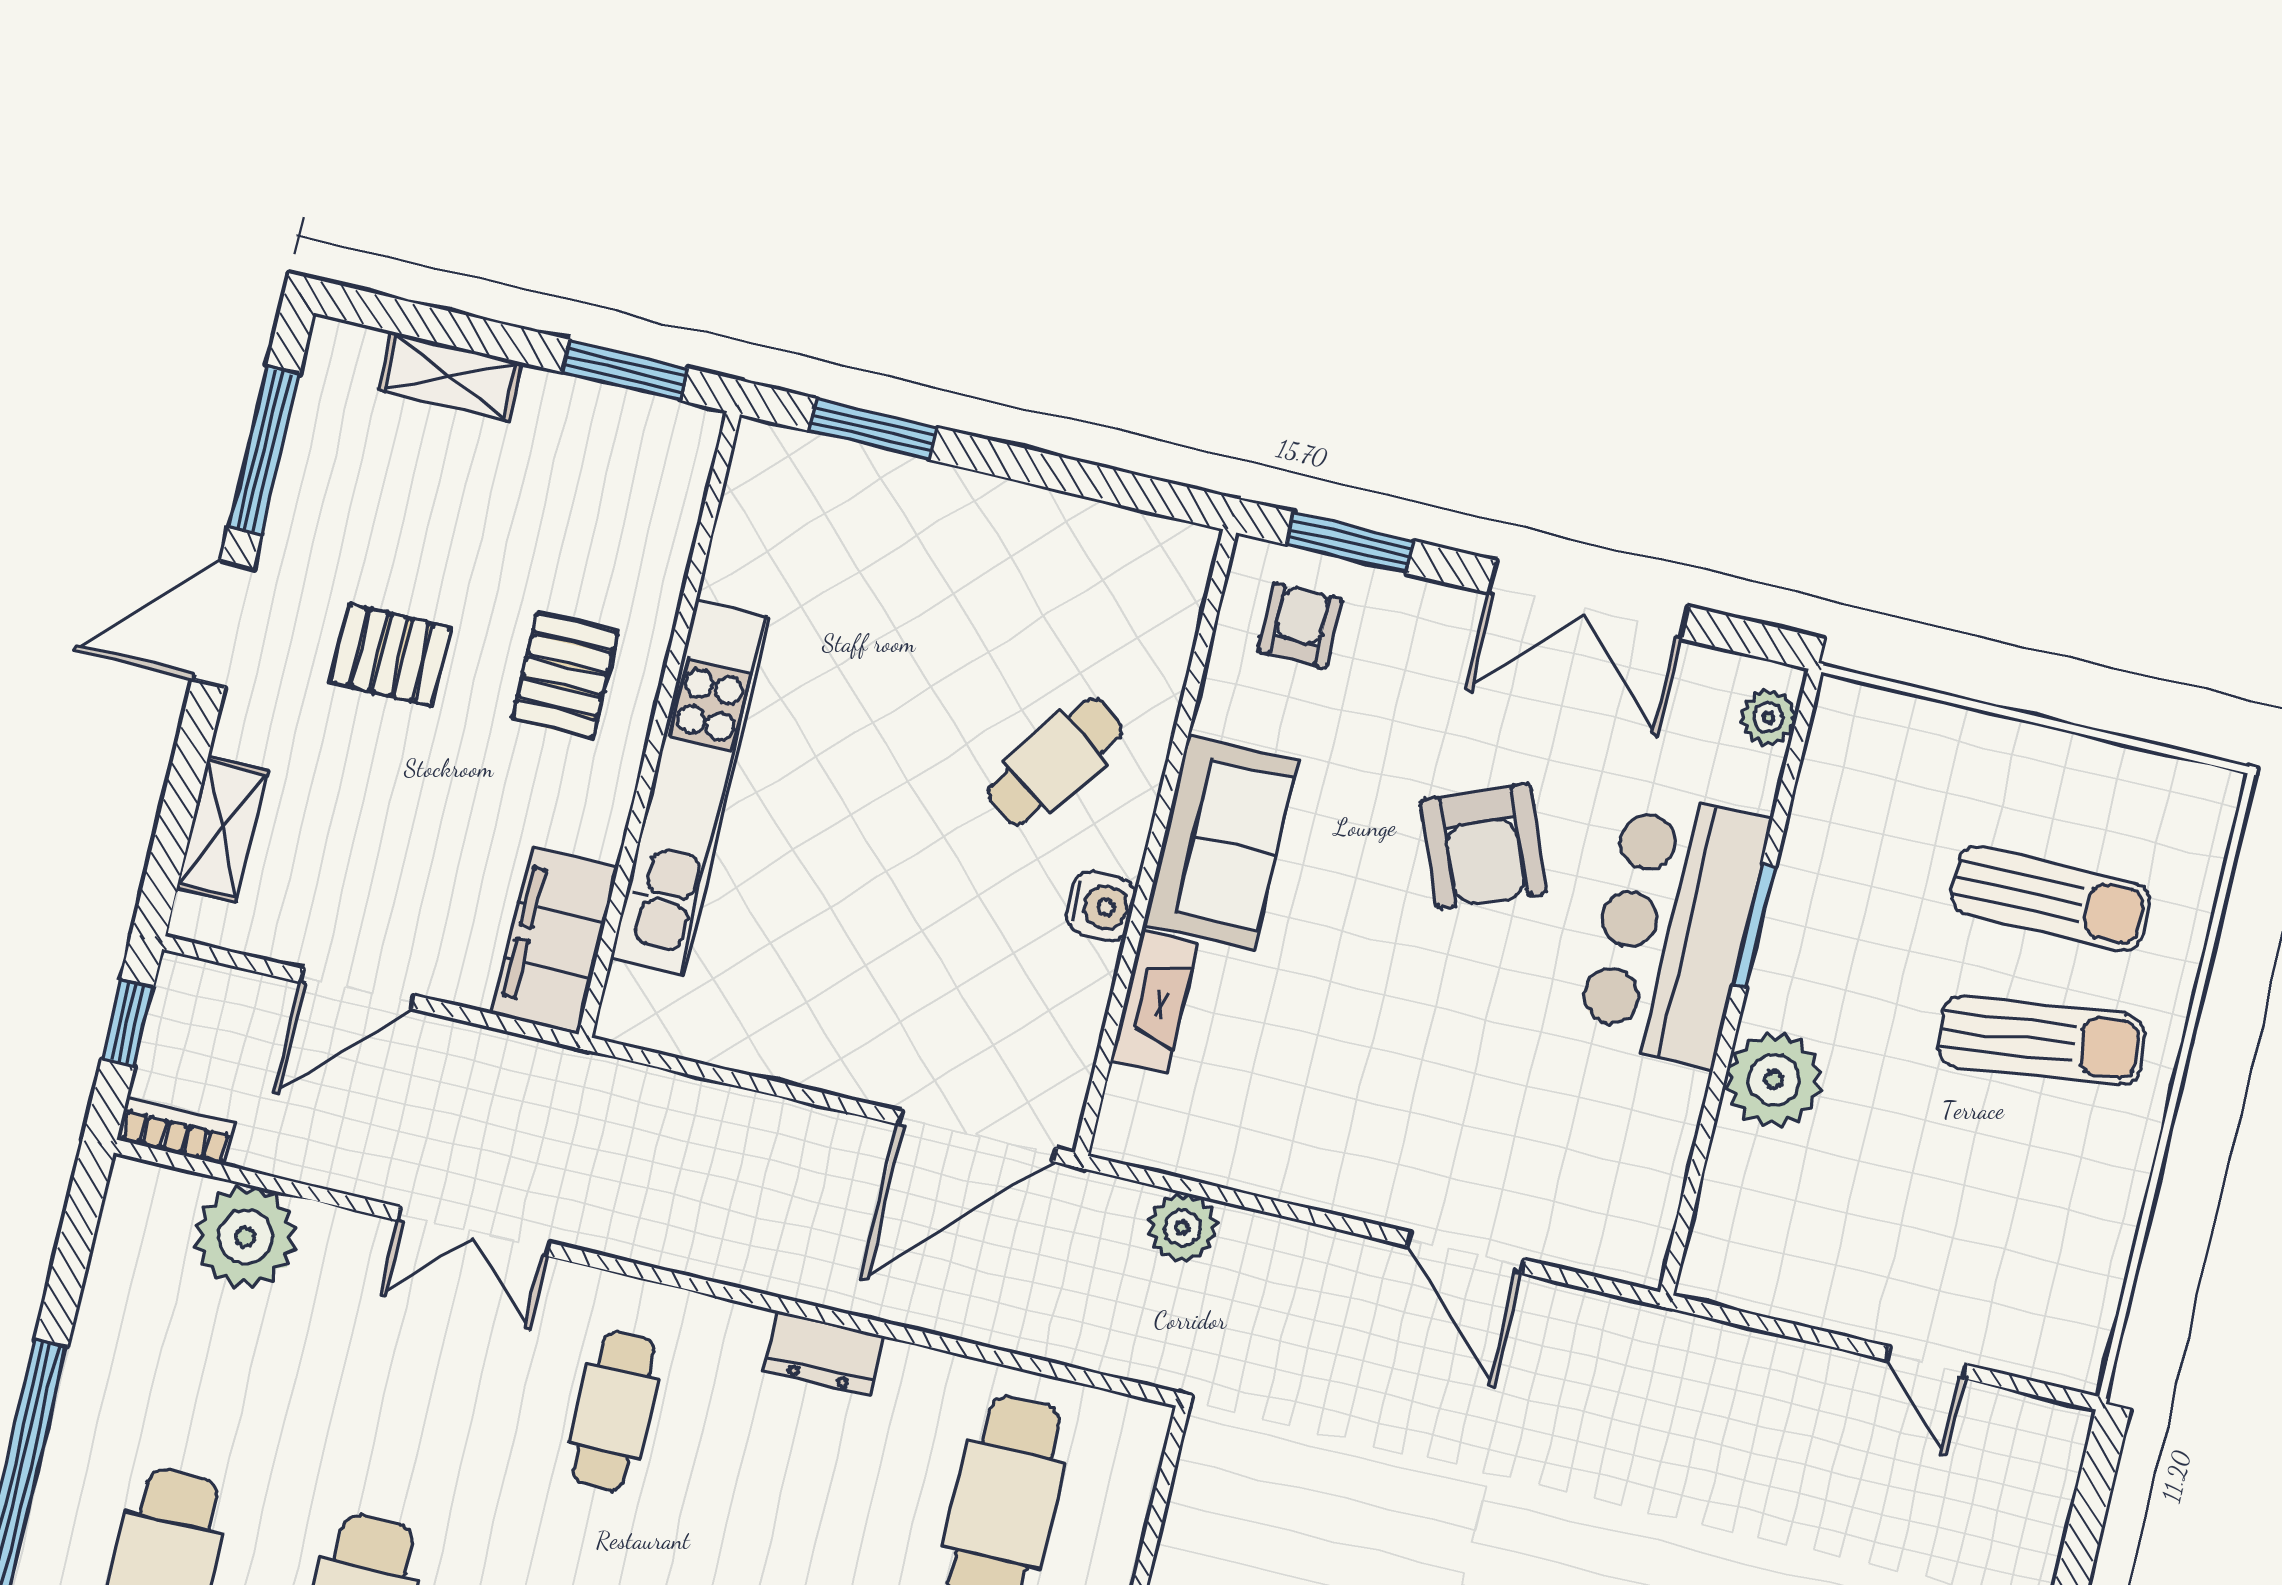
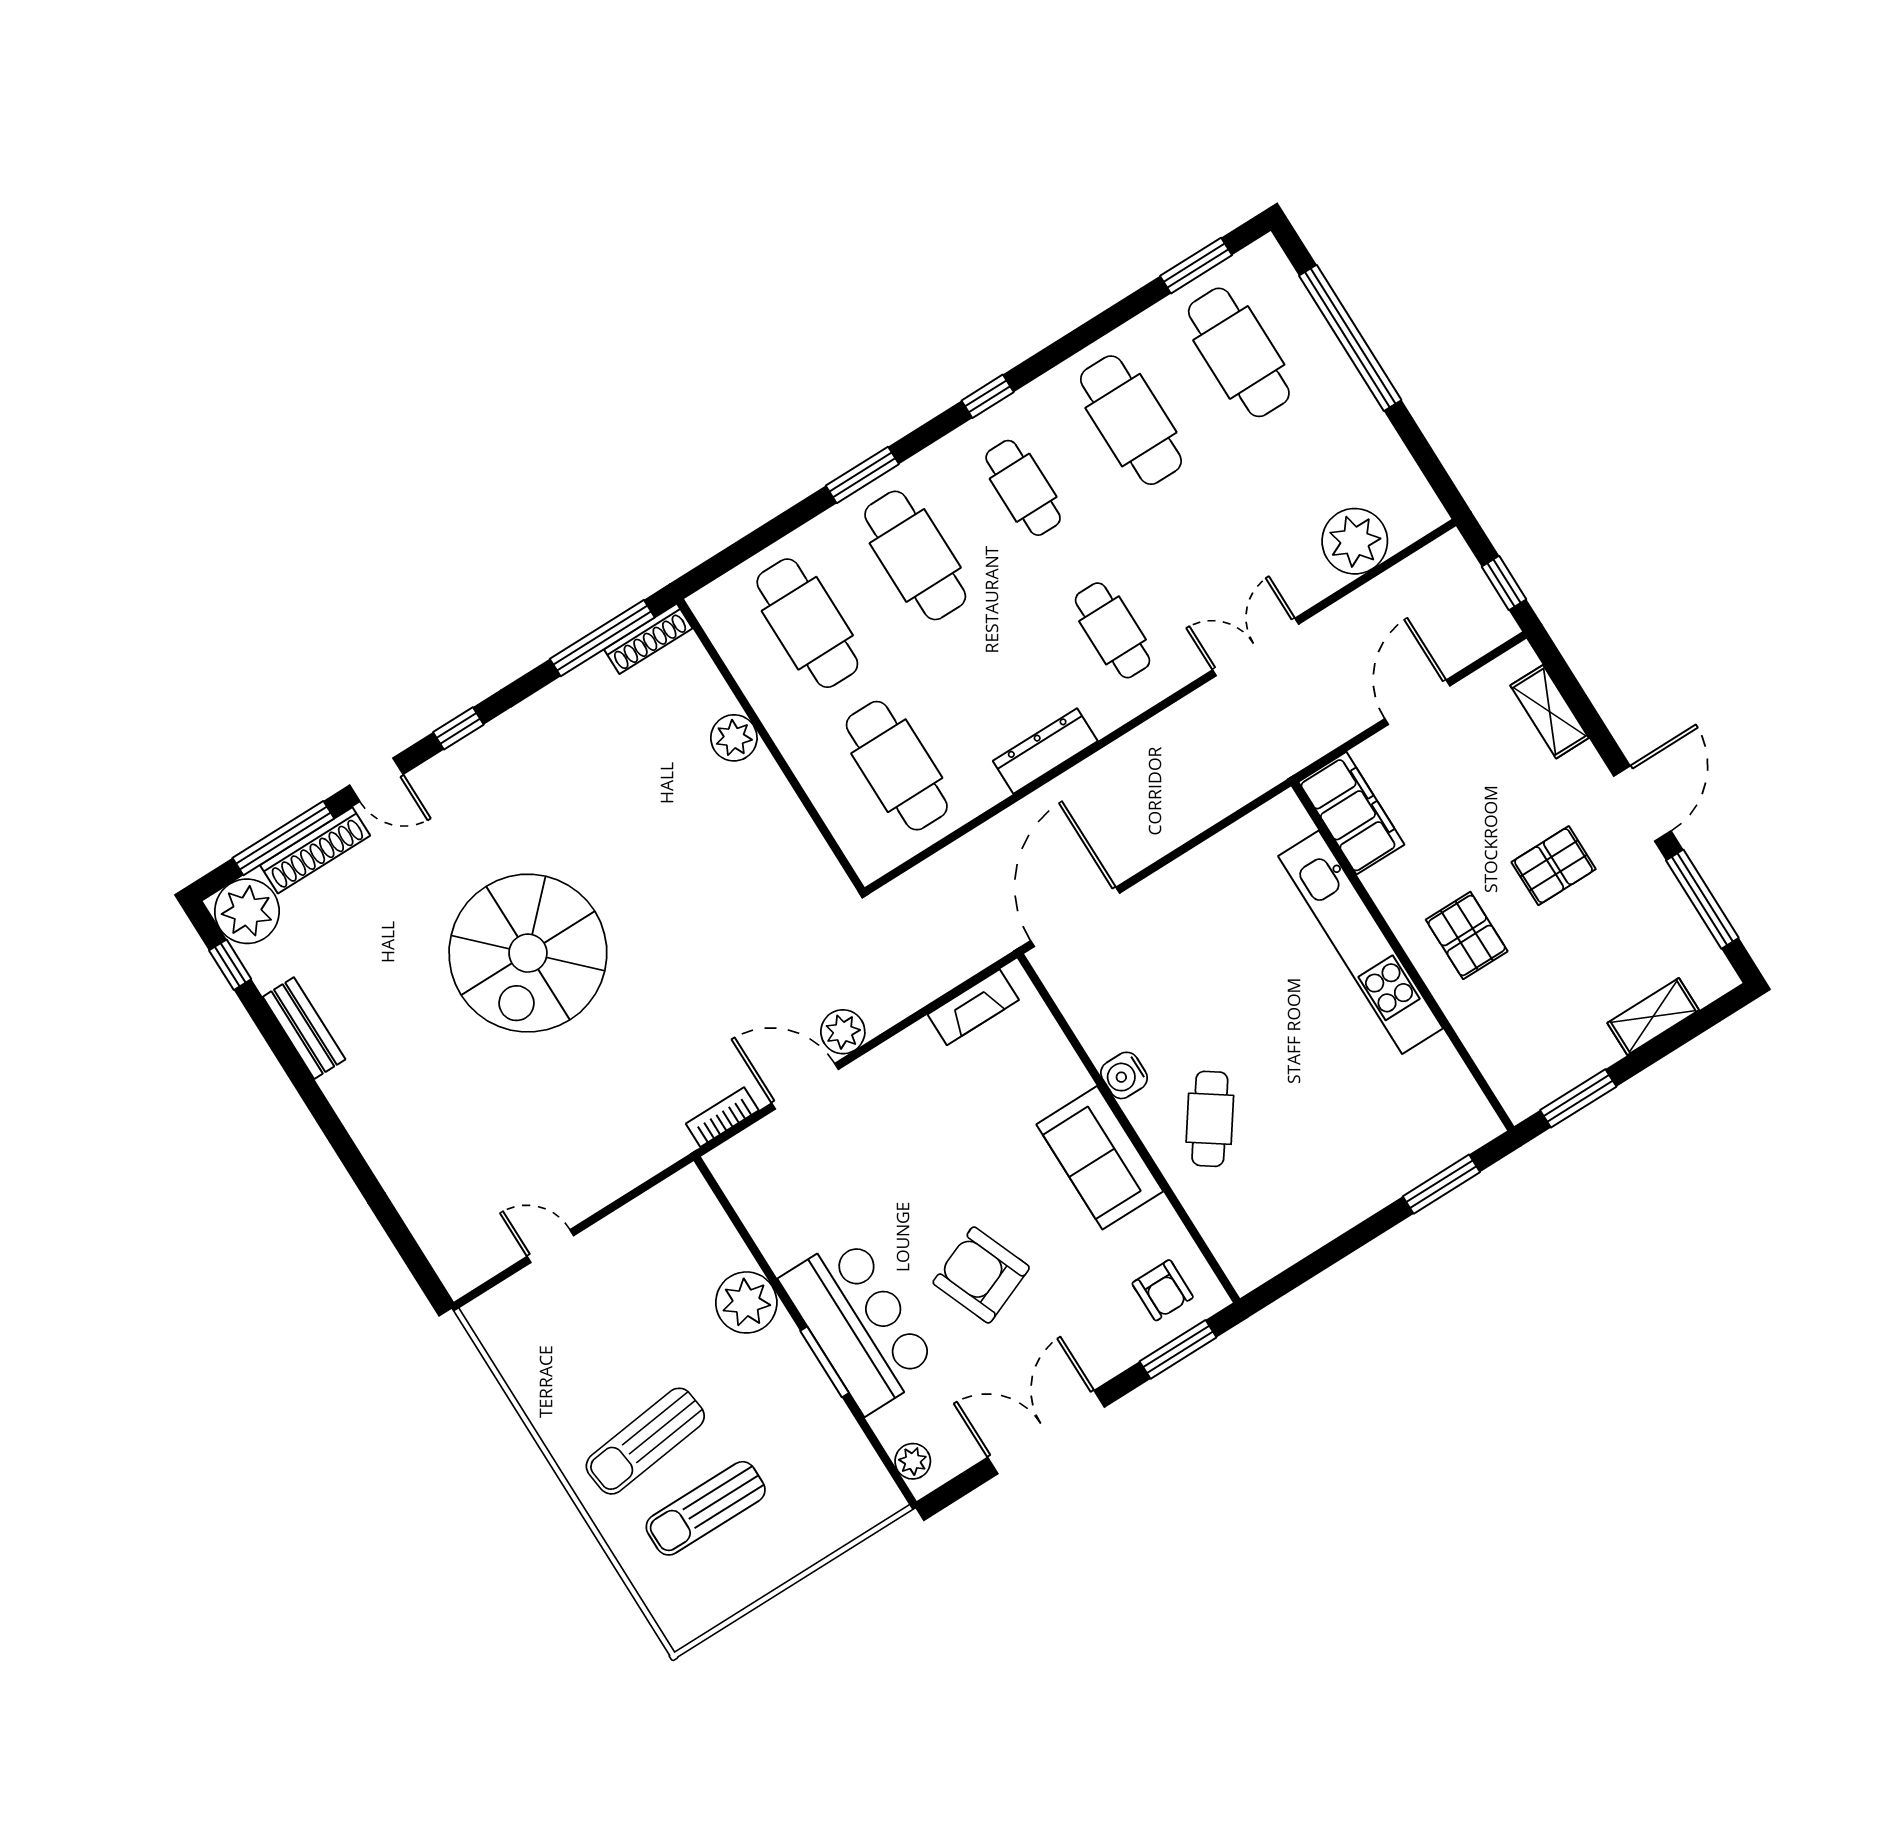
fireplace: (1154, 1002) -> (973, 1007), moved, turned -90
bookcase: (176, 1132) -> (722, 1117), moved, turned 180
plant: (1182, 1228) -> (843, 1032), moved
dresser: (823, 1353) -> (1045, 751), width x1.44

